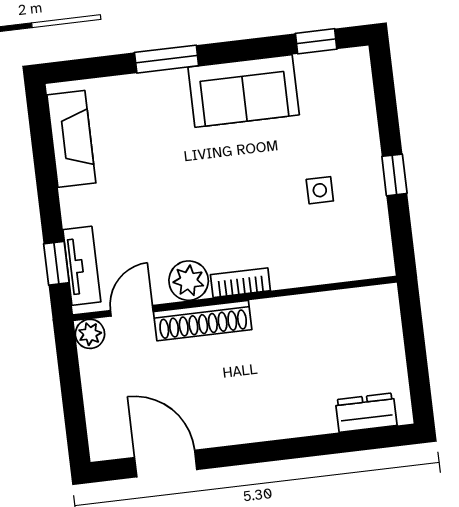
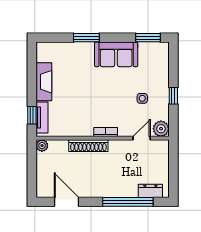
window: (316, 41) -> (148, 38), width x1.50
fireplace: (71, 139) -> (44, 82), moved
plant: (189, 281) -> (161, 129), moved
door: (132, 311) -> (142, 138), moved
window: (315, 446) -> (128, 202), added

